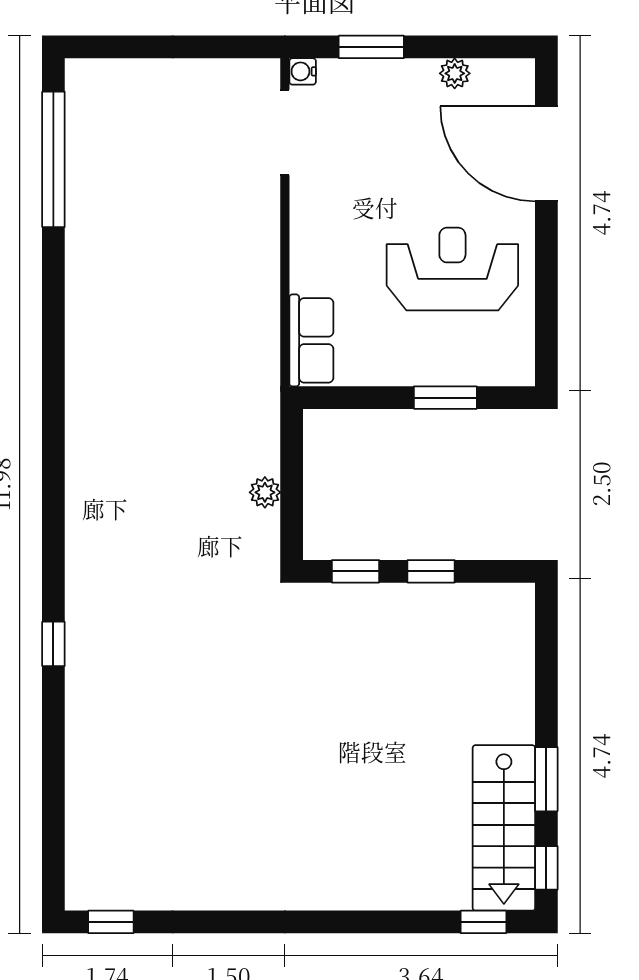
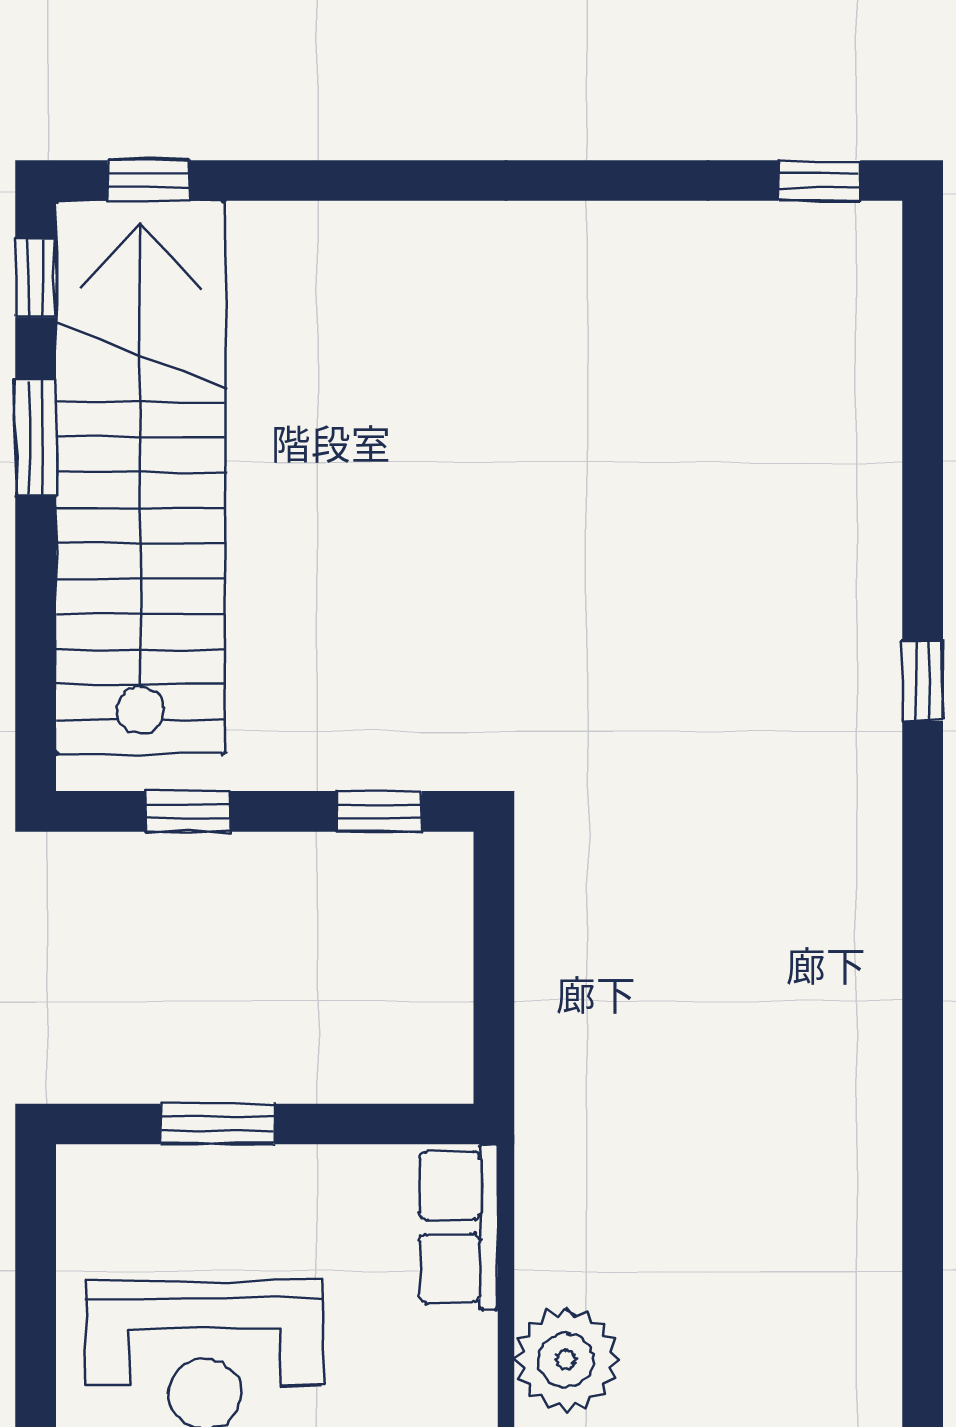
plant: (265, 492) -> (566, 1360), moved, width x1.88, depth x1.88
window: (431, 571) -> (188, 811), moved
stairs: (504, 828) -> (140, 478), width x1.86, depth x1.51

